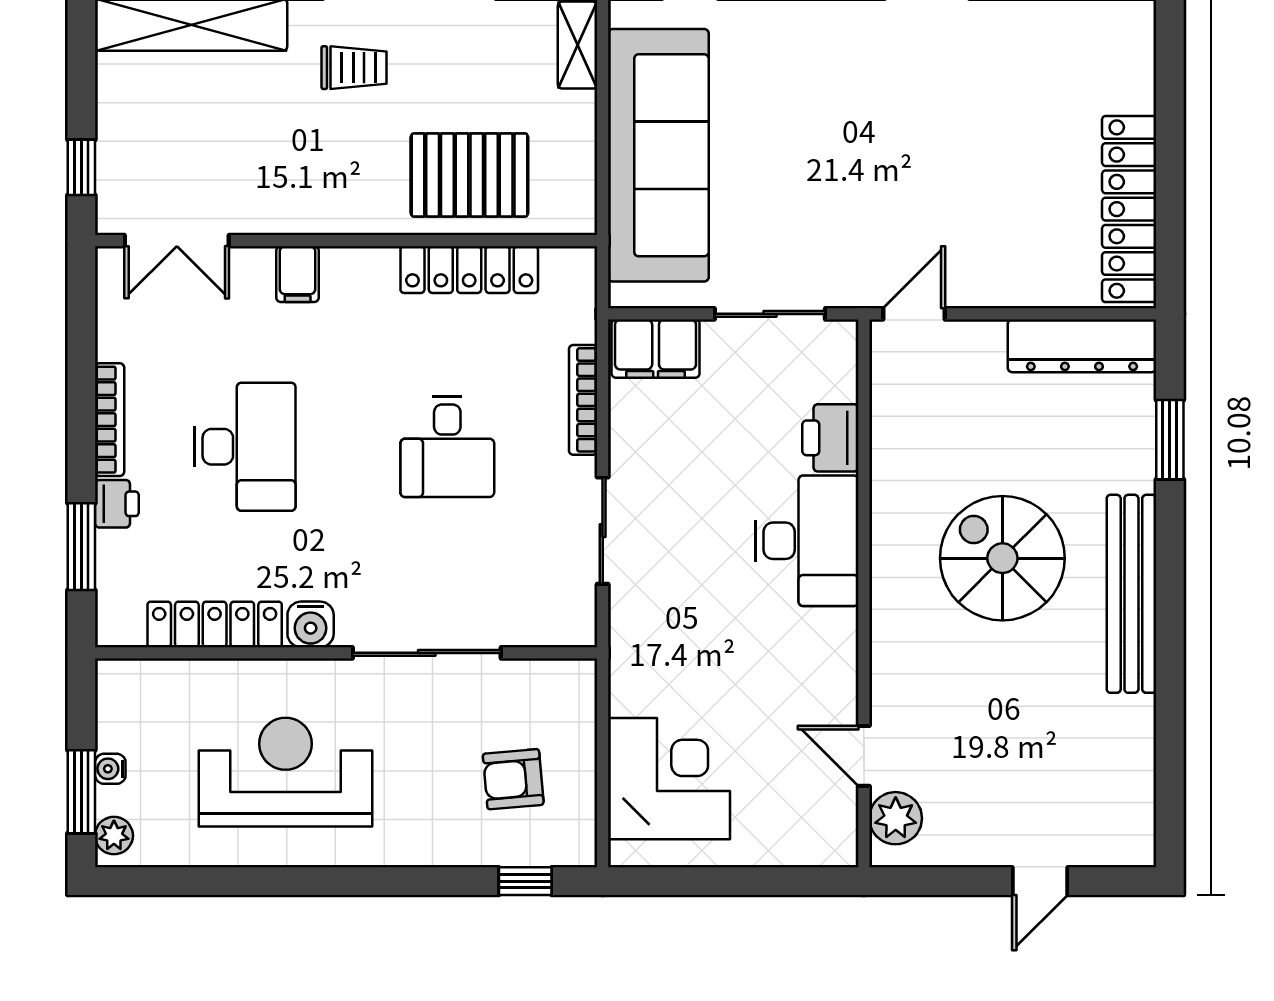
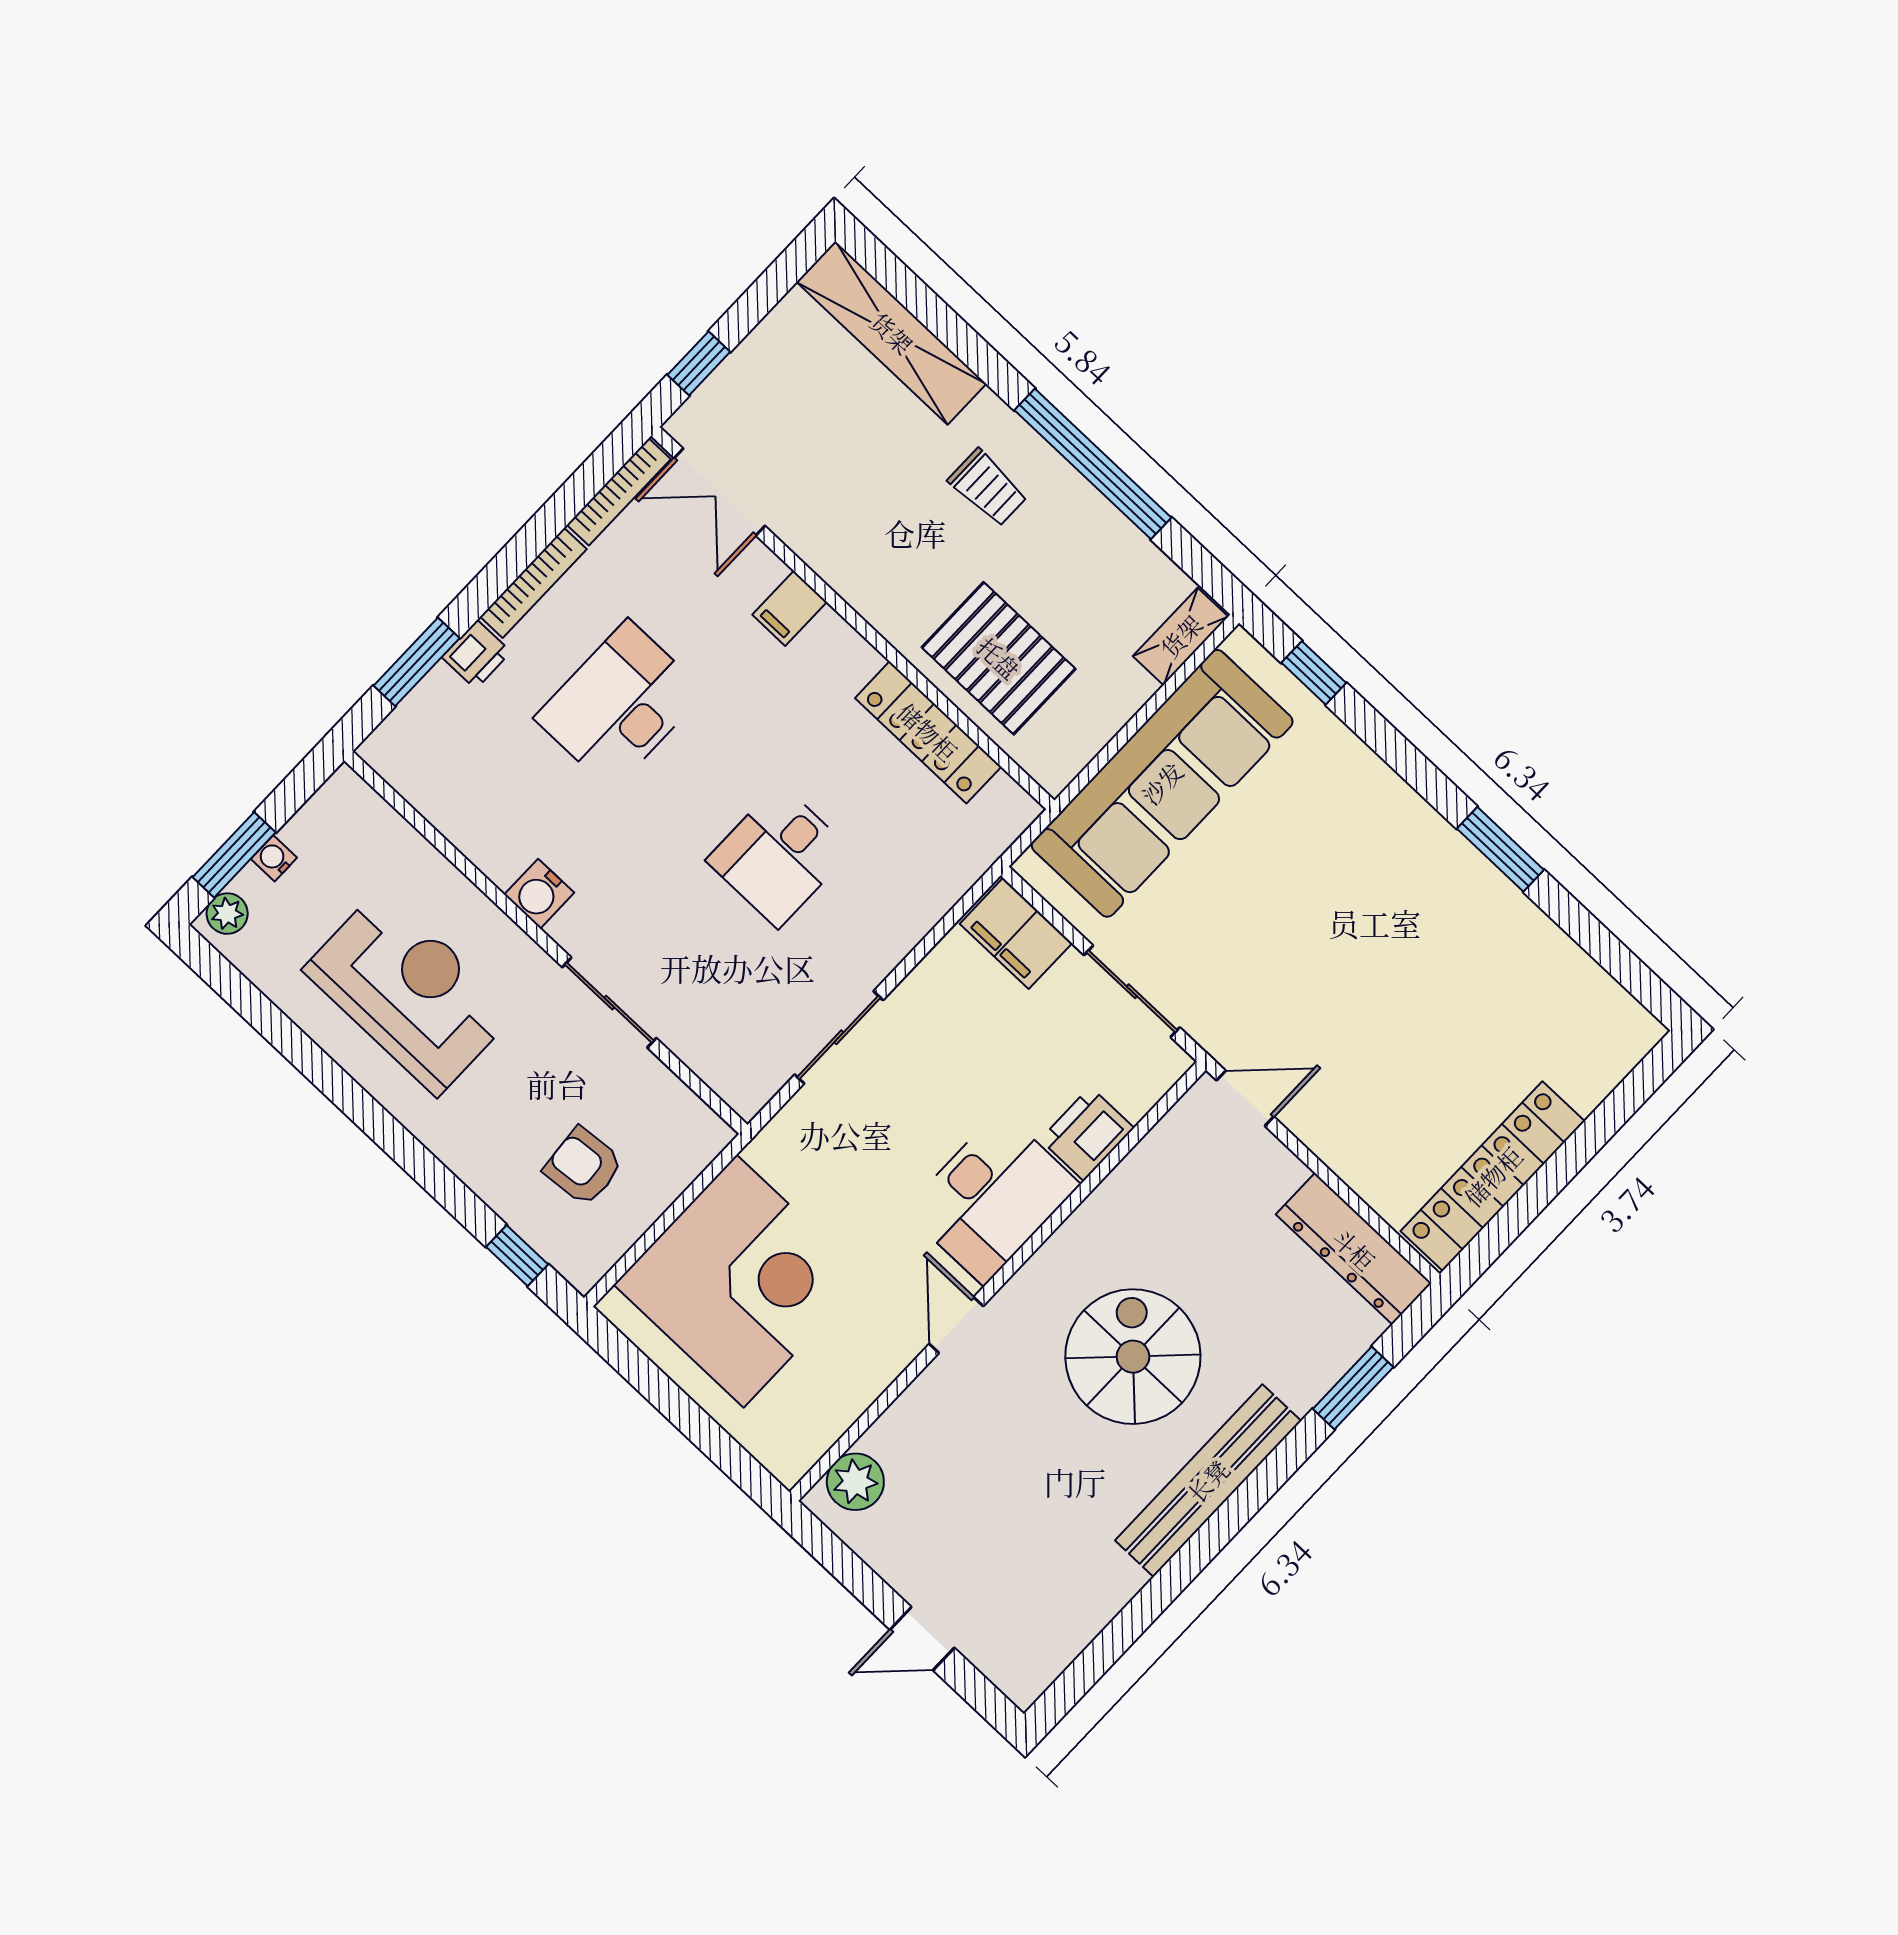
bookcase: (583, 400) -> (619, 492), moved, turned 180
desk: (245, 447) -> (620, 705), turned 180
locker: (215, 624) -> (464, 822), removed
sliding door: (427, 653) -> (609, 1003), width x0.73
door: (864, 756) -> (956, 1325), moved
corner desk: (669, 779) -> (740, 1281), width x1.36, depth x1.36

